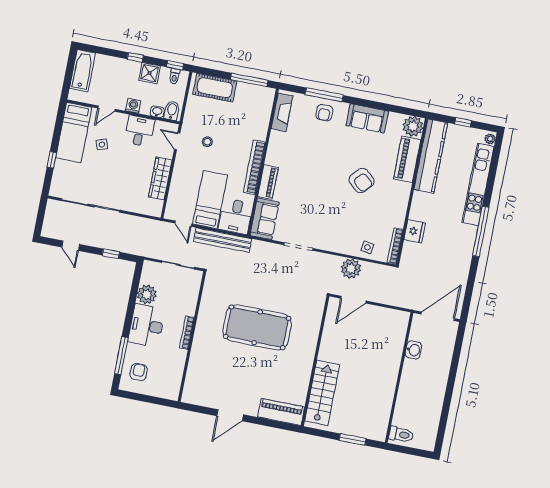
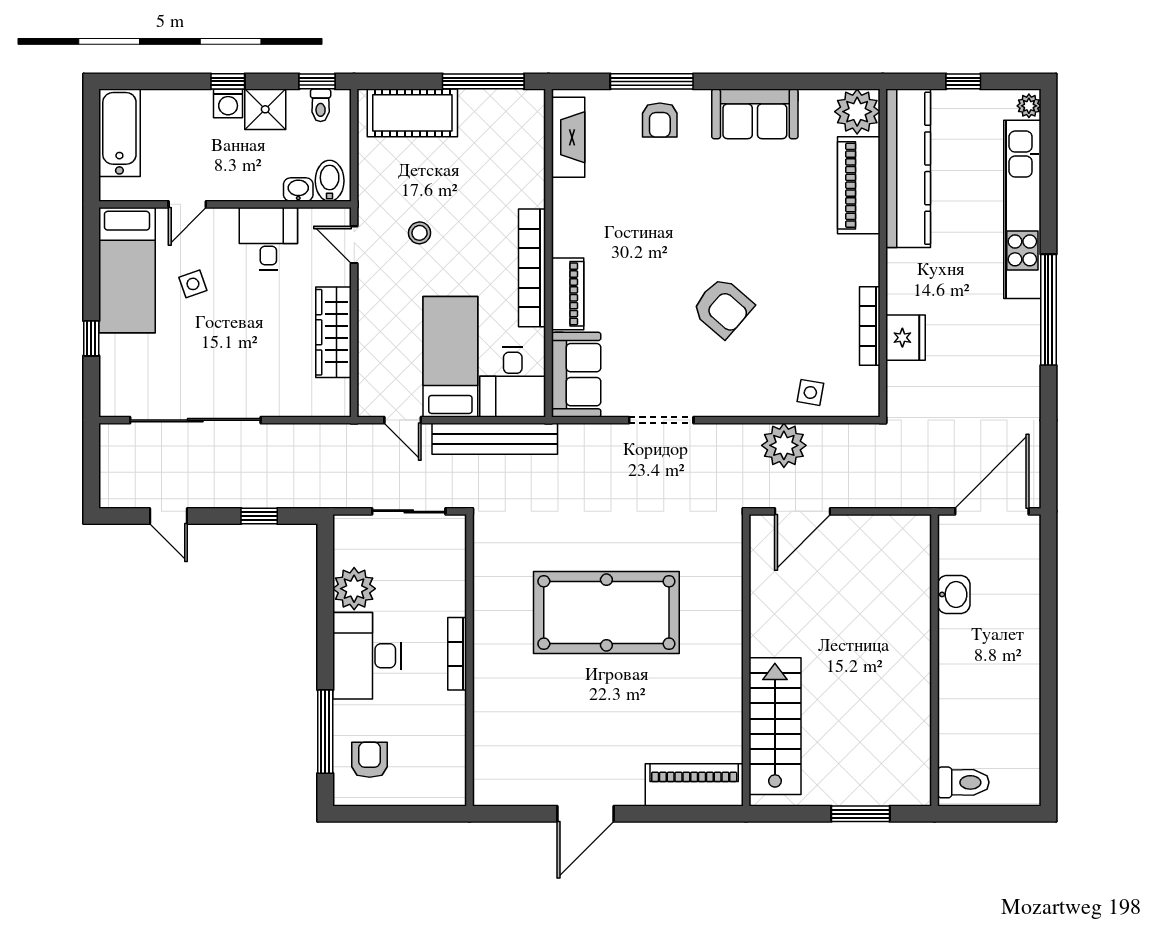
washing machine: (133, 106) -> (228, 103), moved, turned 180
armchair: (361, 181) -> (723, 308), moved
bookcase: (395, 246) -> (870, 326), moved

